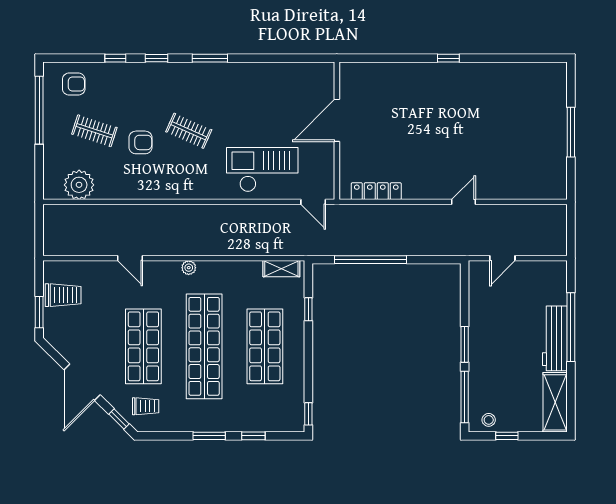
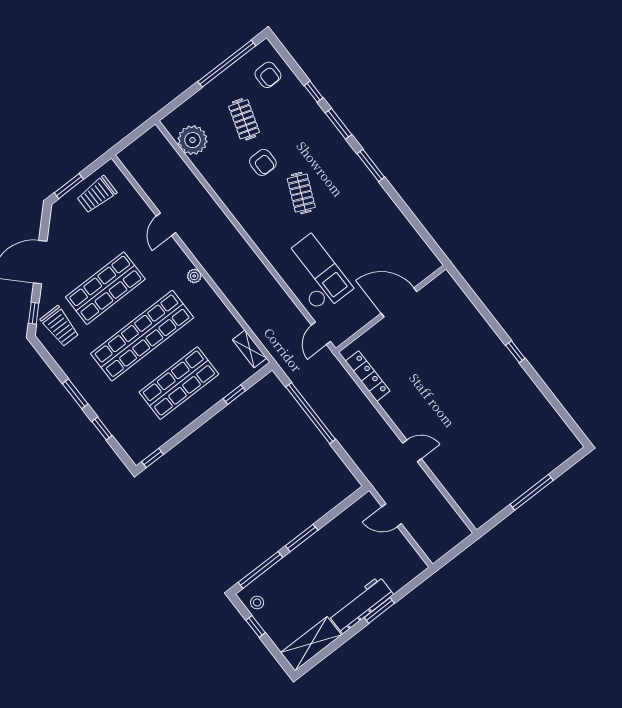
window: (156, 58) -> (338, 124), width x1.50
trolley: (63, 295) -> (97, 195), turned 90
window: (571, 327) -> (379, 610), width x0.47
trolley: (146, 406) -> (60, 326), width x1.36, depth x1.39

